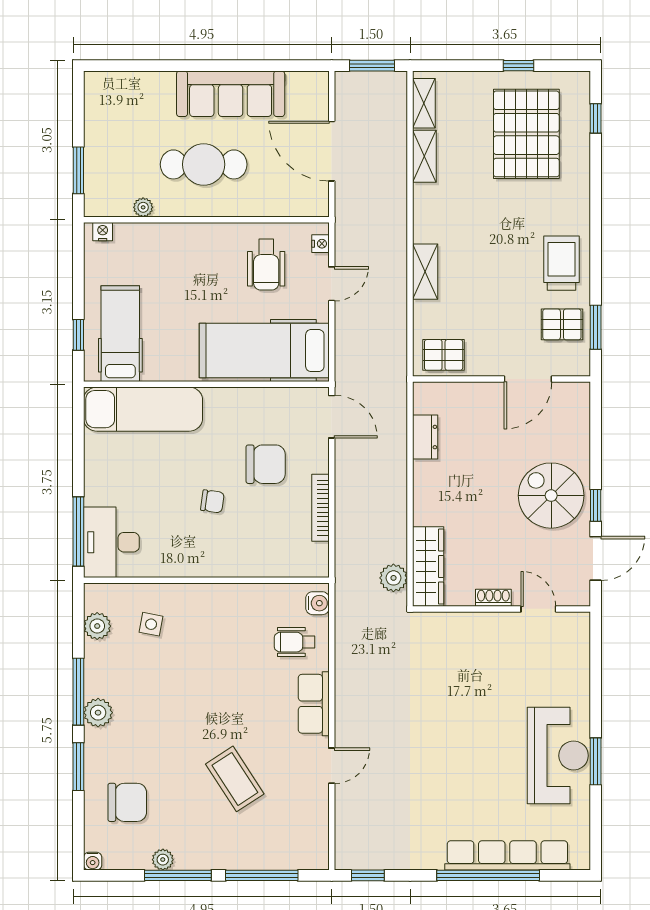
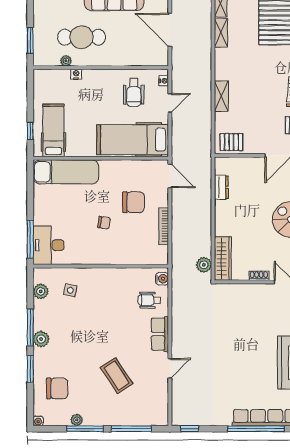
cafe table: (204, 164) -> (82, 37), moved
nightstand: (103, 232) -> (76, 74), moved

